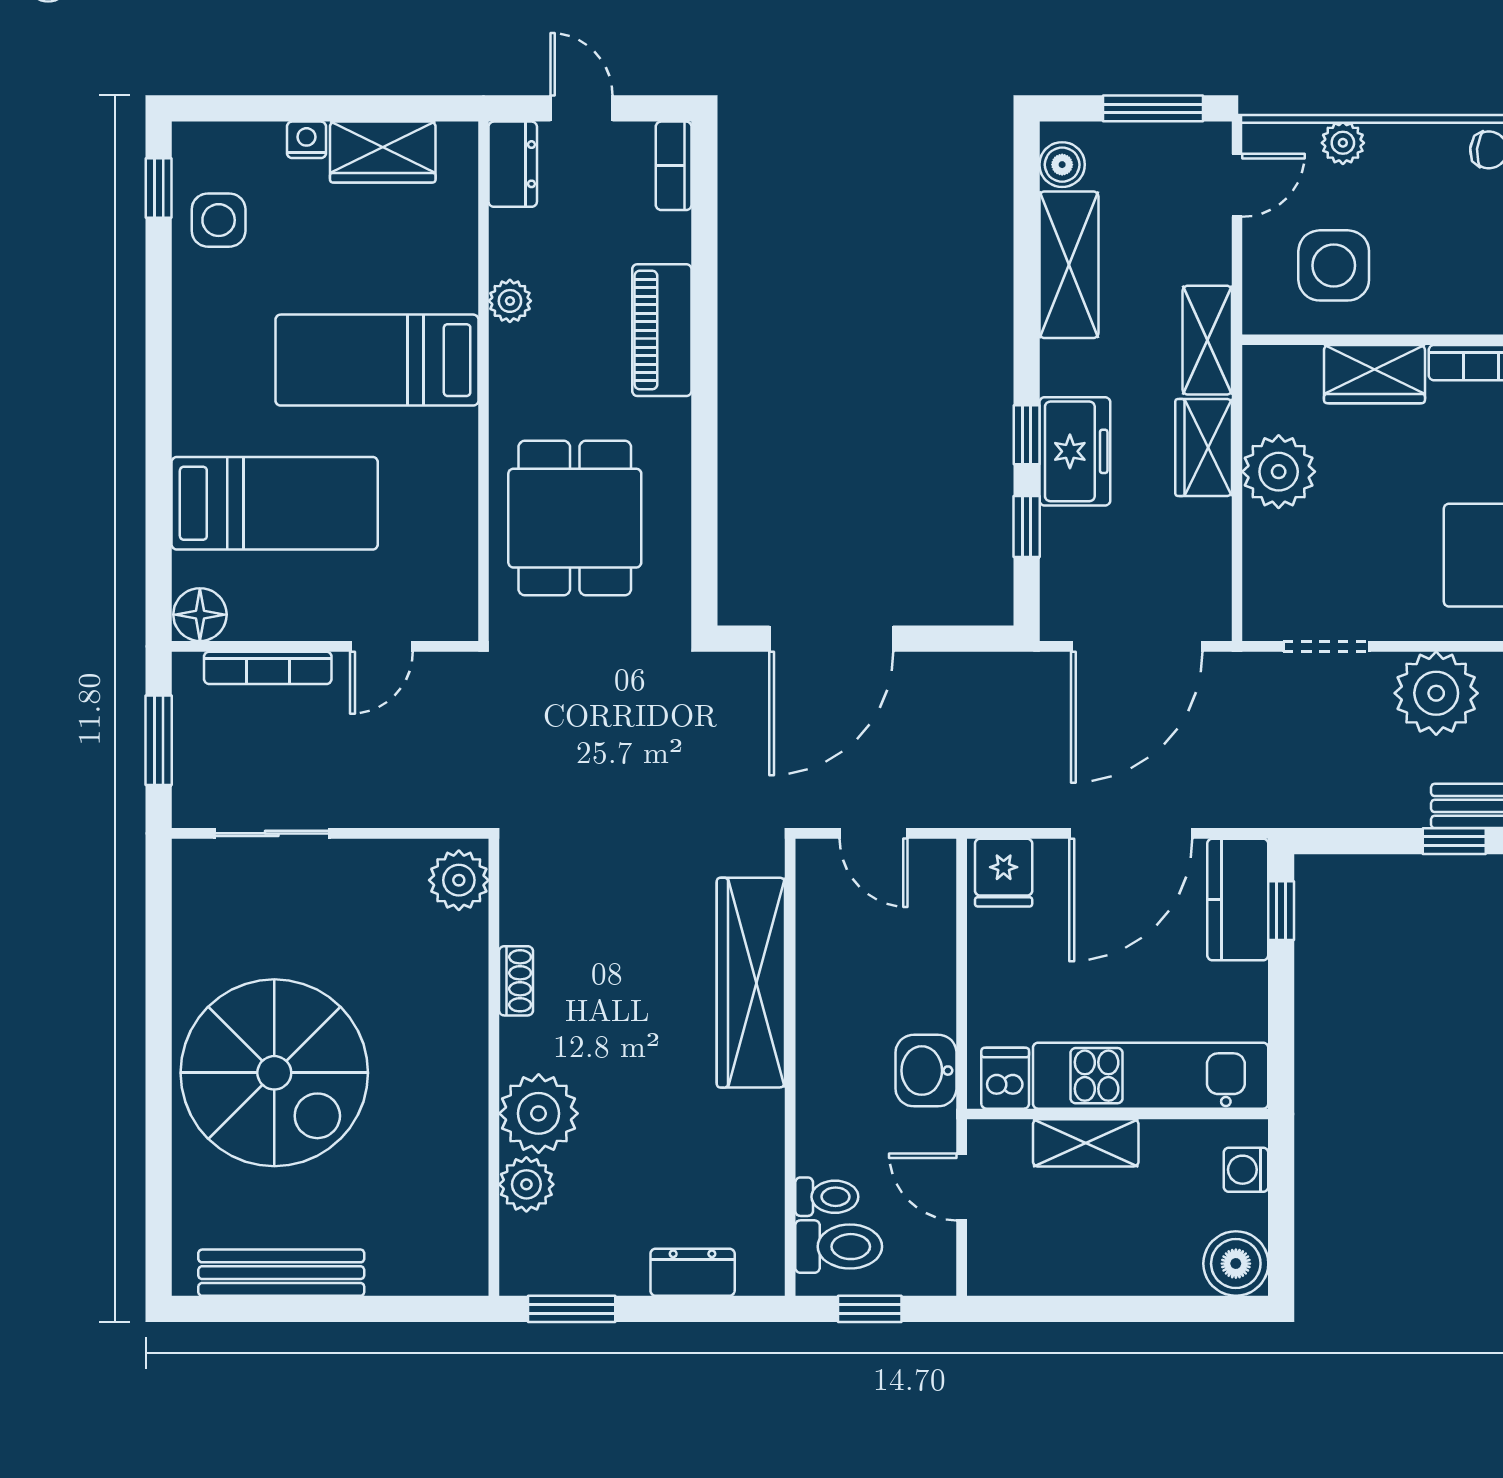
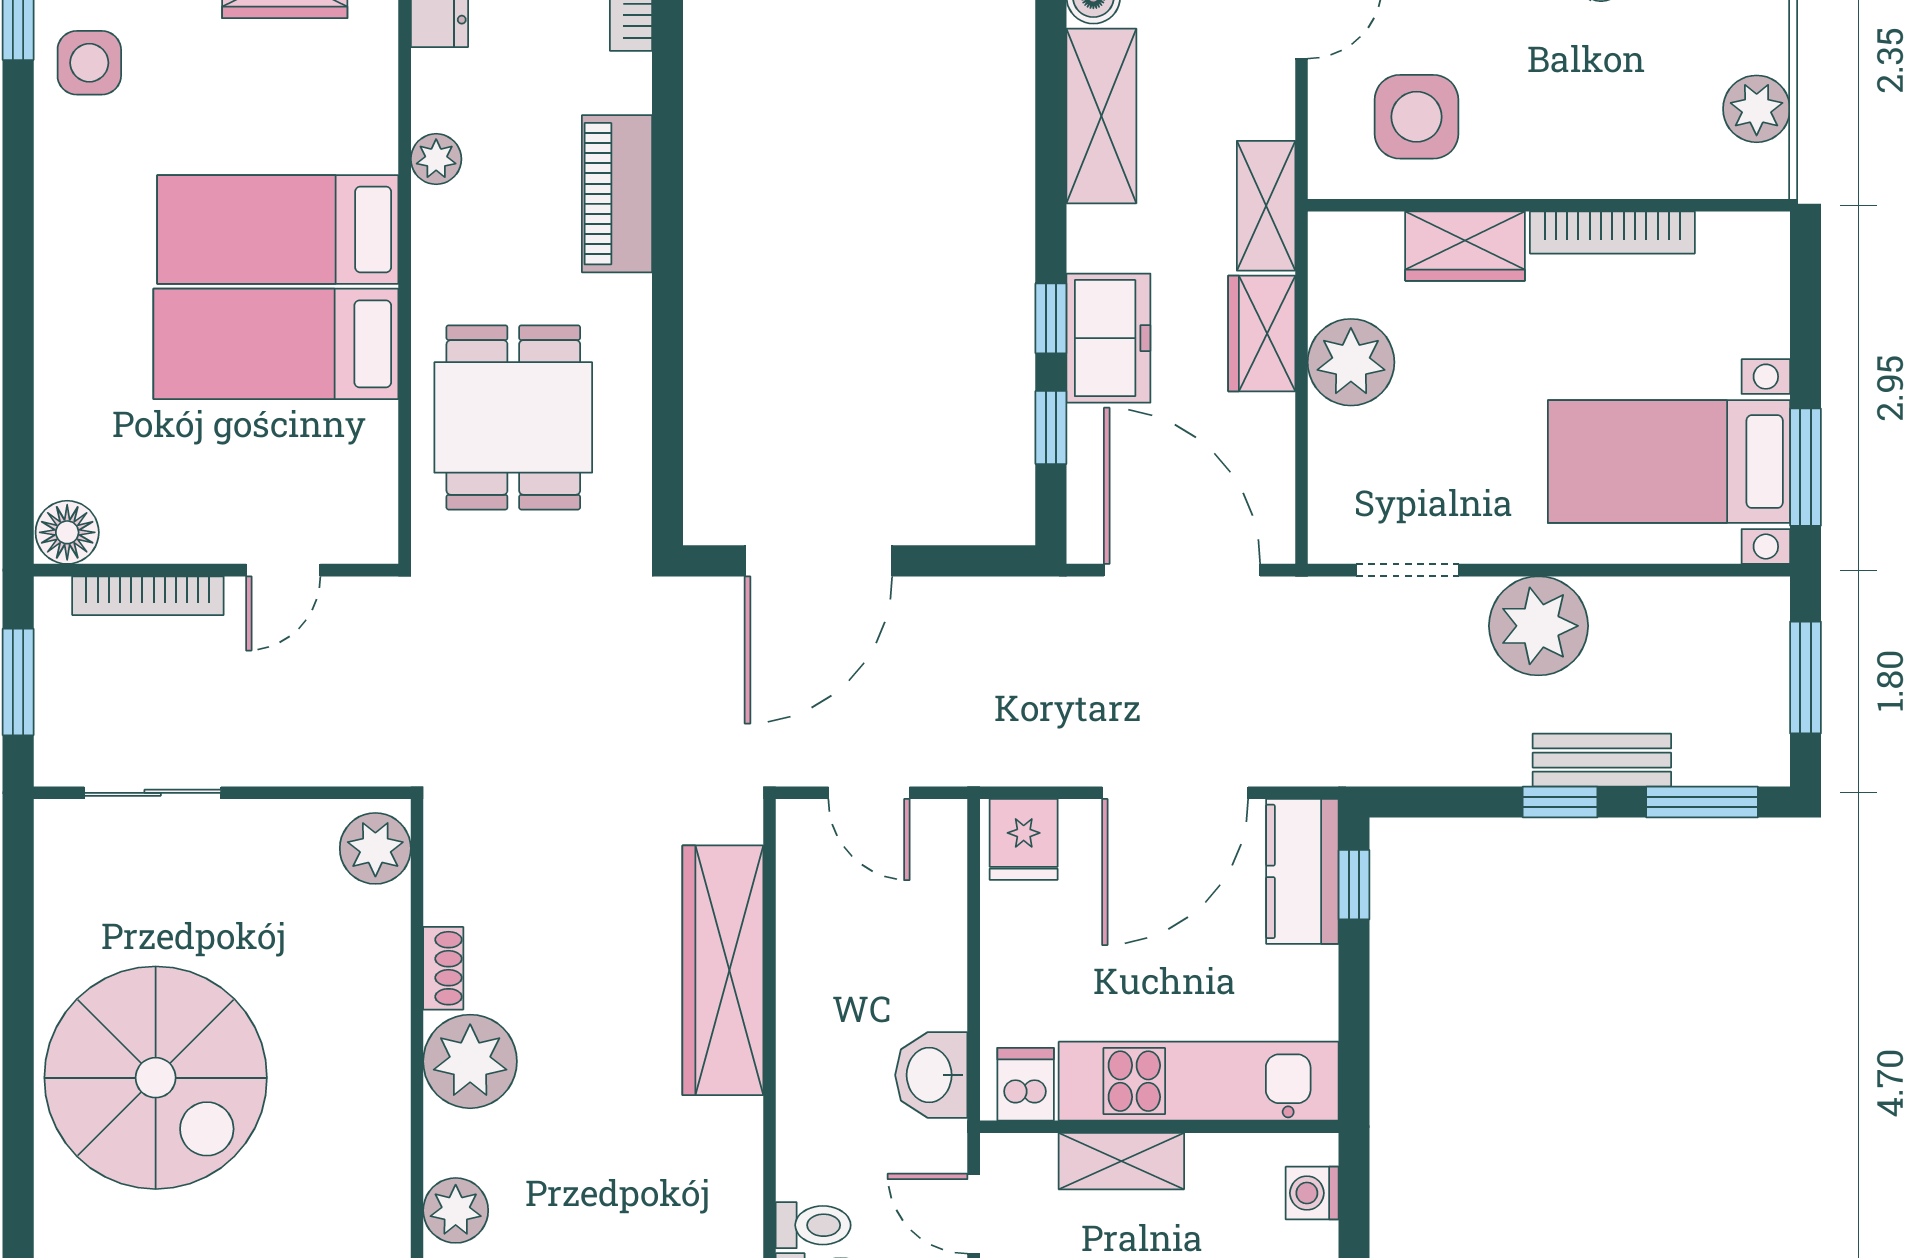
bed: (275, 503) -> (276, 344), moved, turned 180
door: (1137, 646) -> (1182, 570), swing flipped
plant: (539, 1113) -> (470, 1061), moved

